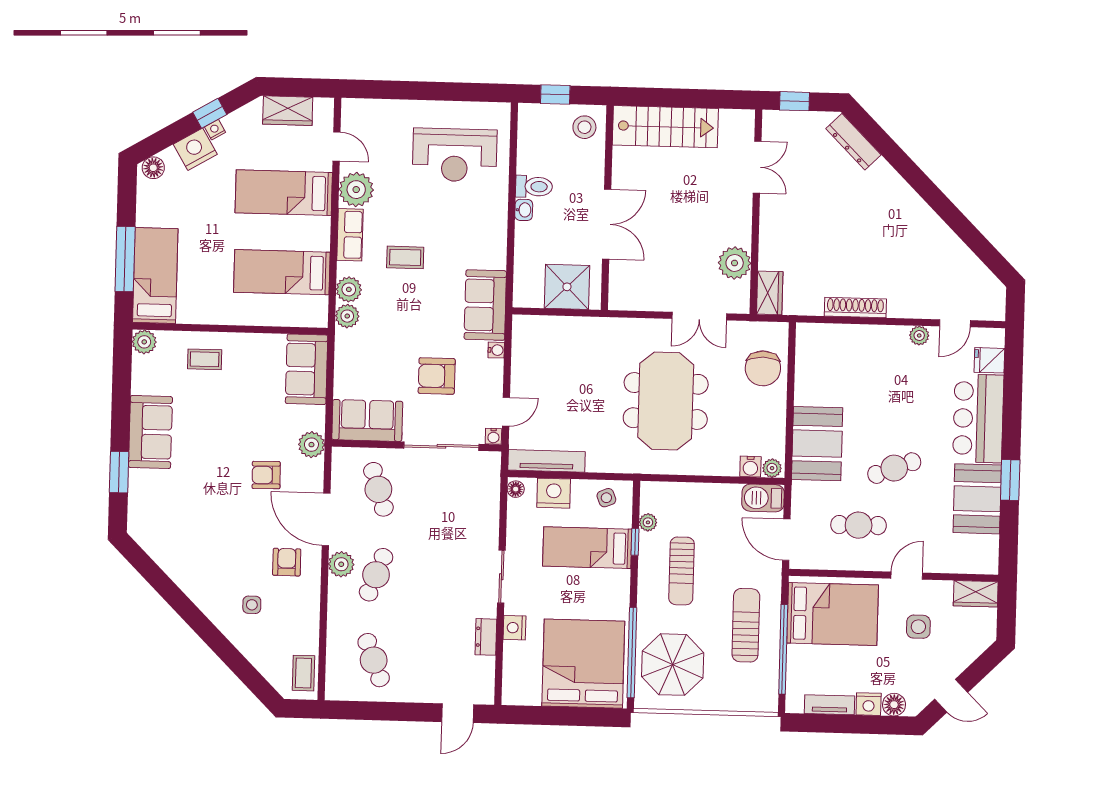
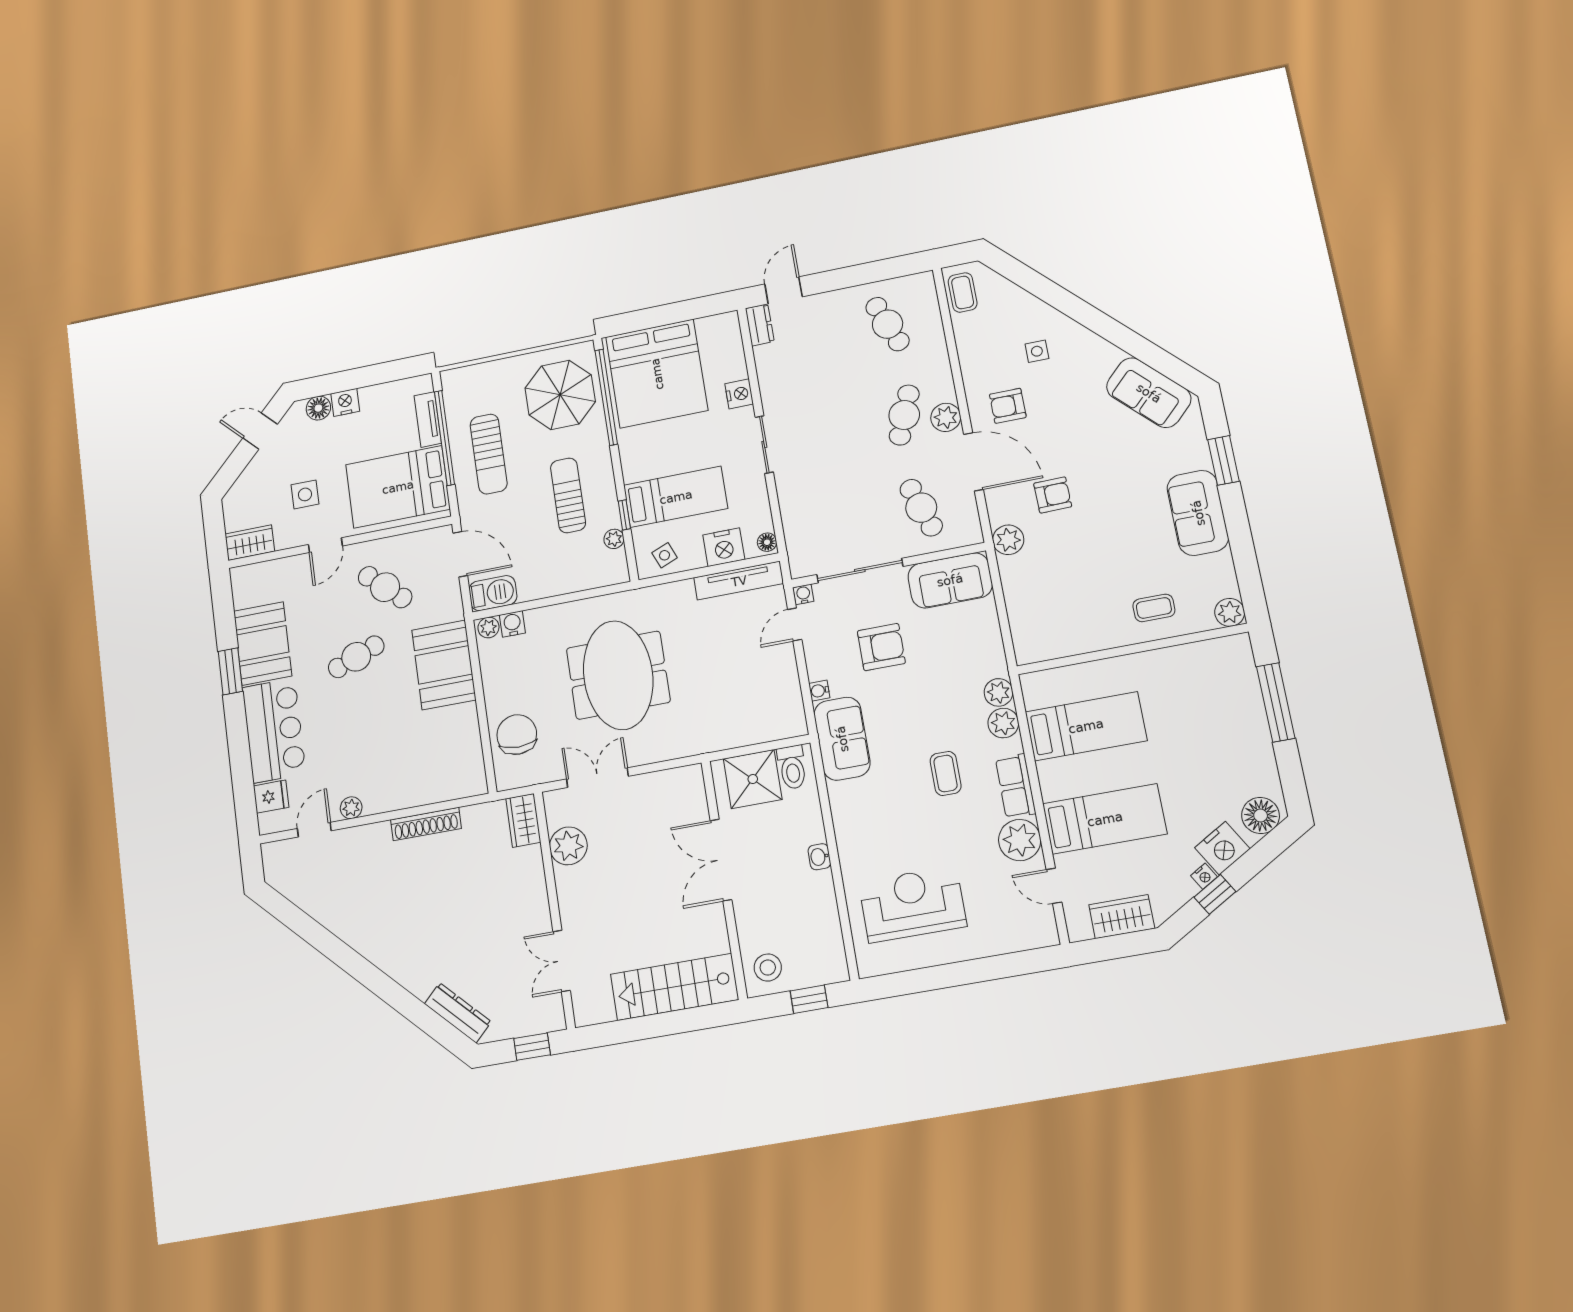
floor lamp: (153, 168) -> (1261, 815), width x1.38, depth x1.38
toilet: (534, 187) -> (792, 767), moved, turned -90
coffee table: (405, 257) -> (946, 773), turned 90
bed: (155, 276) -> (1235, 691), removed
sofa: (307, 369) -> (1149, 393), moved, turned 135
cafe table: (859, 525) -> (385, 587), turned 42
armchair: (287, 562) -> (1008, 406), turned 90
dresser: (486, 637) -> (760, 325), moved
tv unit: (830, 705) -> (428, 420), moved, turned 90

